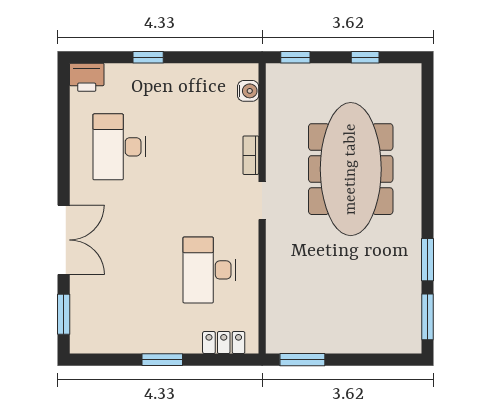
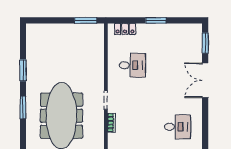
desk: (119, 147) -> (177, 127), width x0.73
desk: (209, 270) -> (132, 65), width x0.73
window: (428, 317) -> (23, 107), moved

